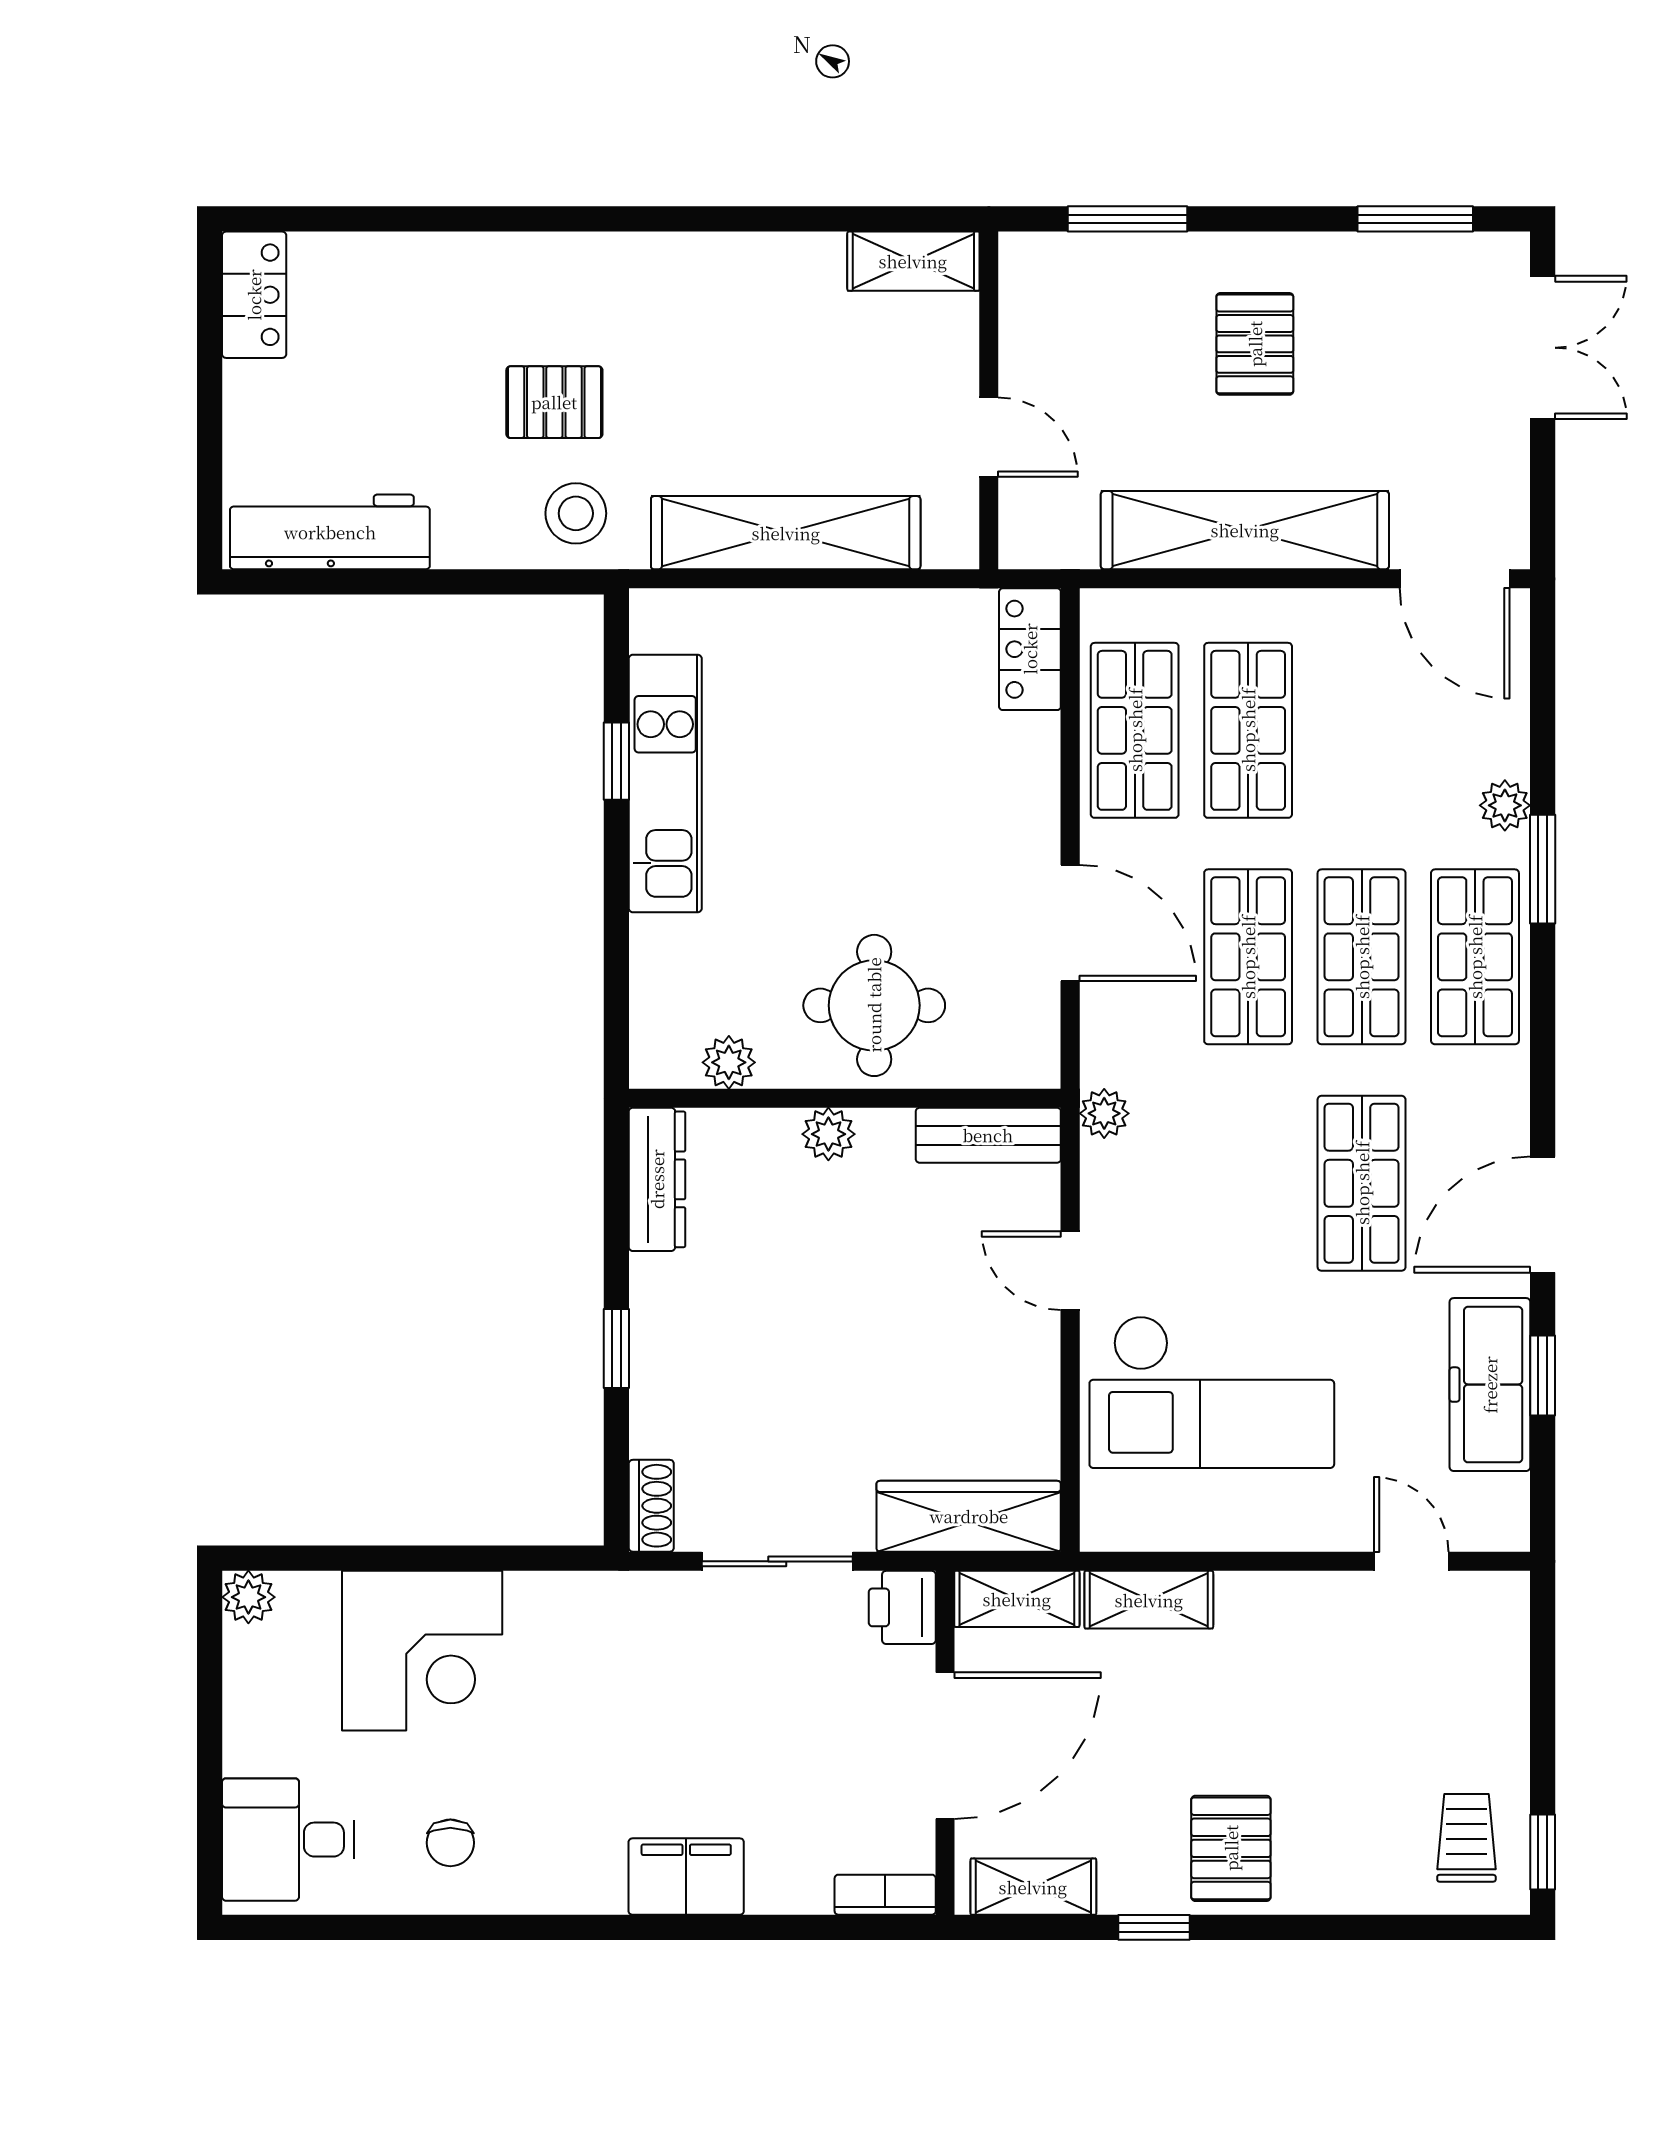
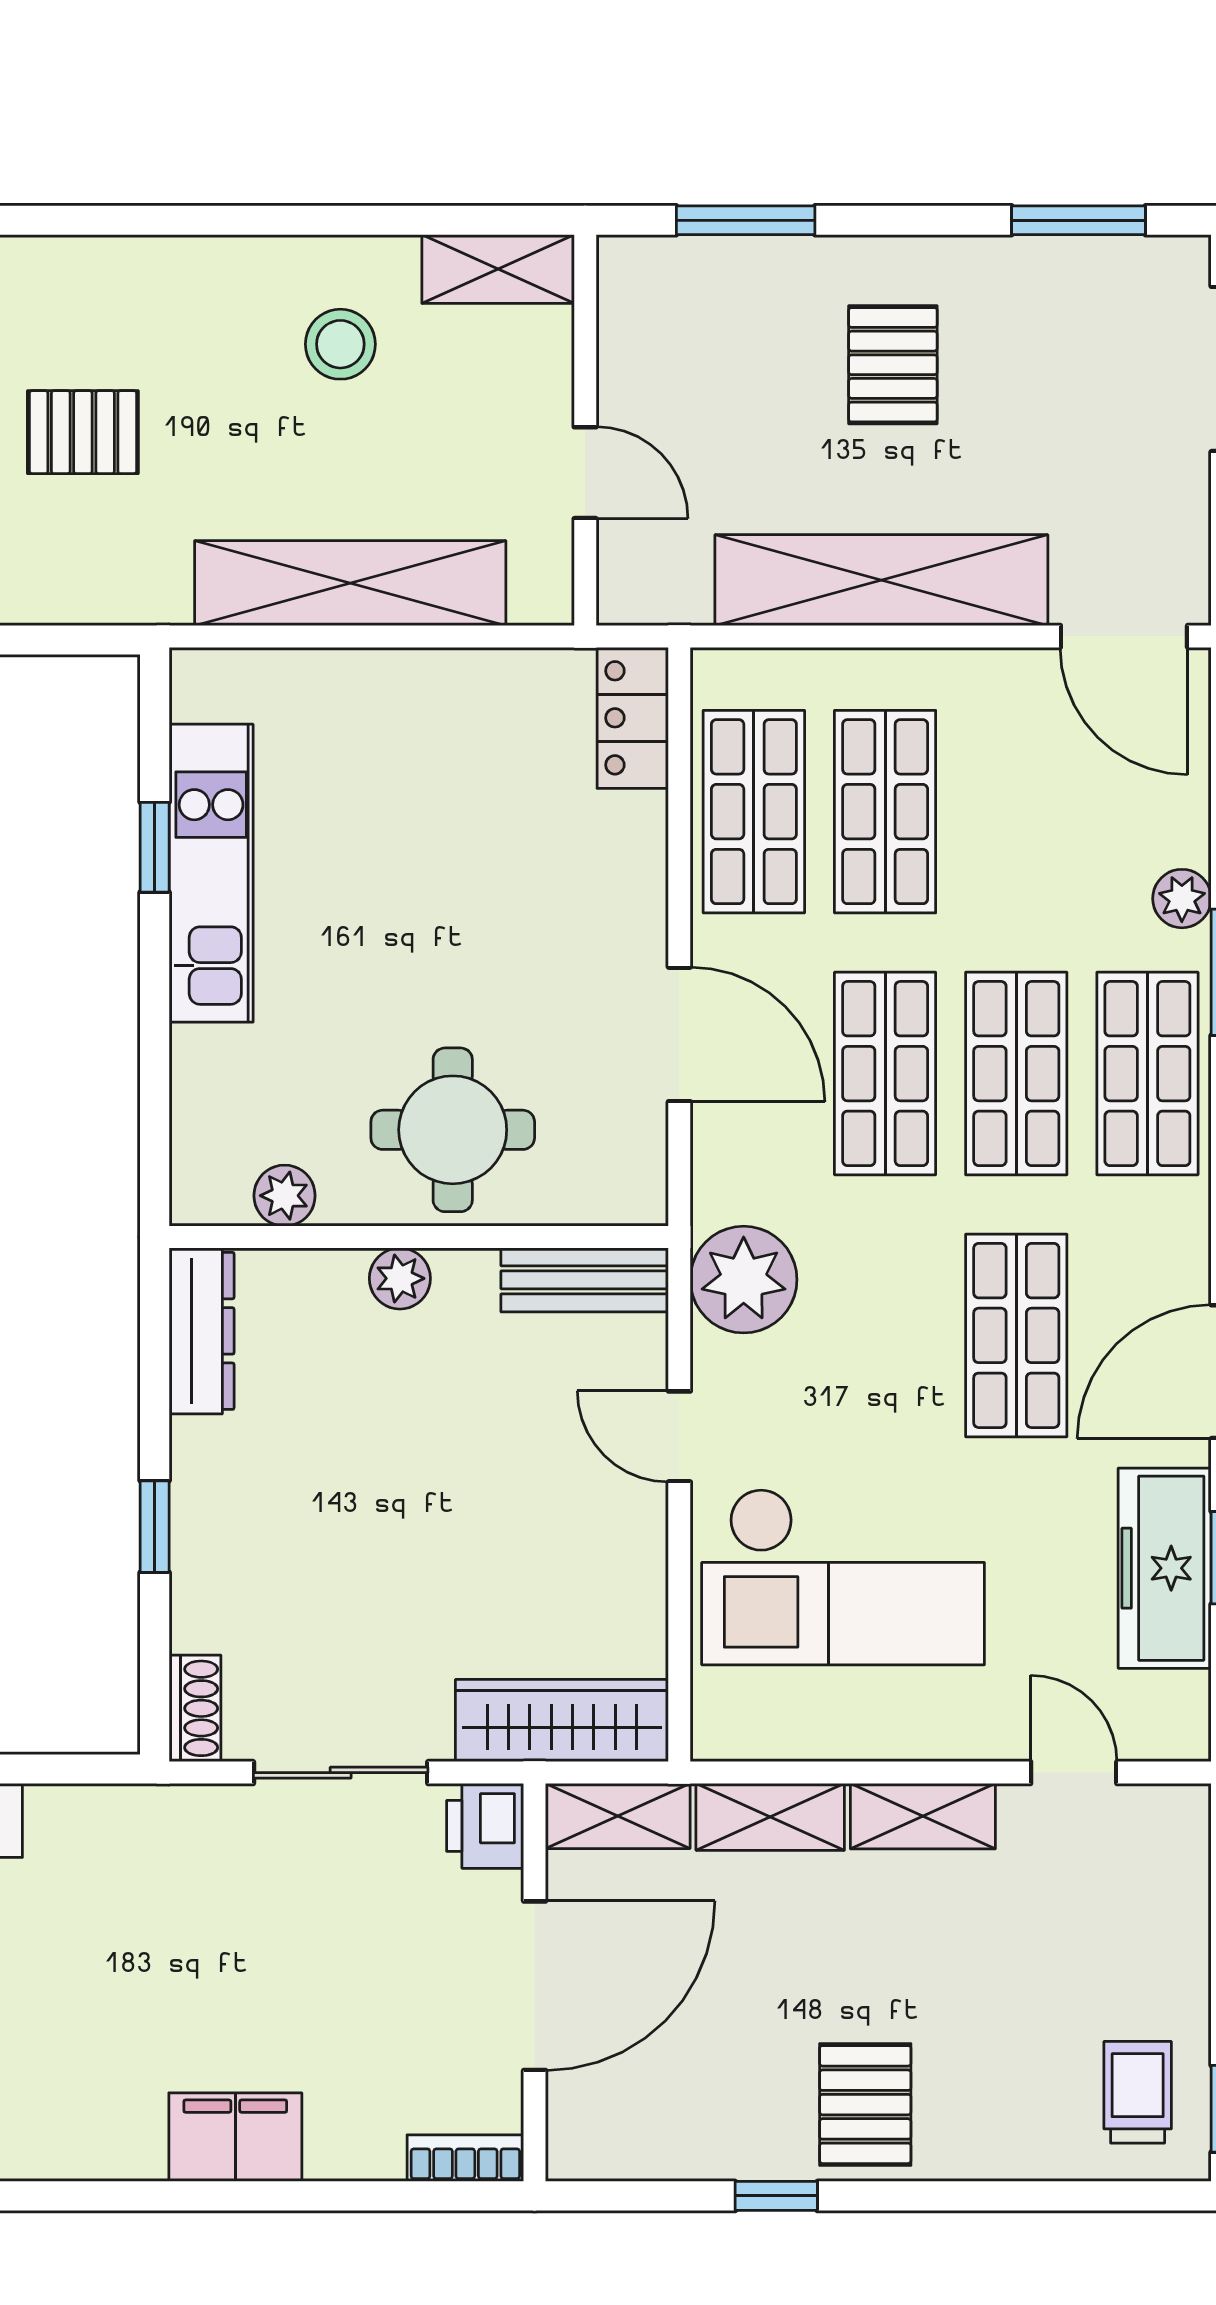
stool: (576, 513) -> (340, 344), moved
plant: (1104, 1113) -> (744, 1280), width x1.88, depth x1.88
shelving: (1033, 1887) -> (923, 1816), moved

